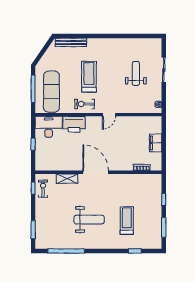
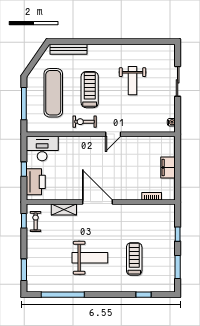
weight bench: (136, 73) -> (132, 81), moved, turned 180
exercise mat: (51, 92) -> (53, 93), moved
printer: (74, 124) -> (36, 182), moved, turned -90

